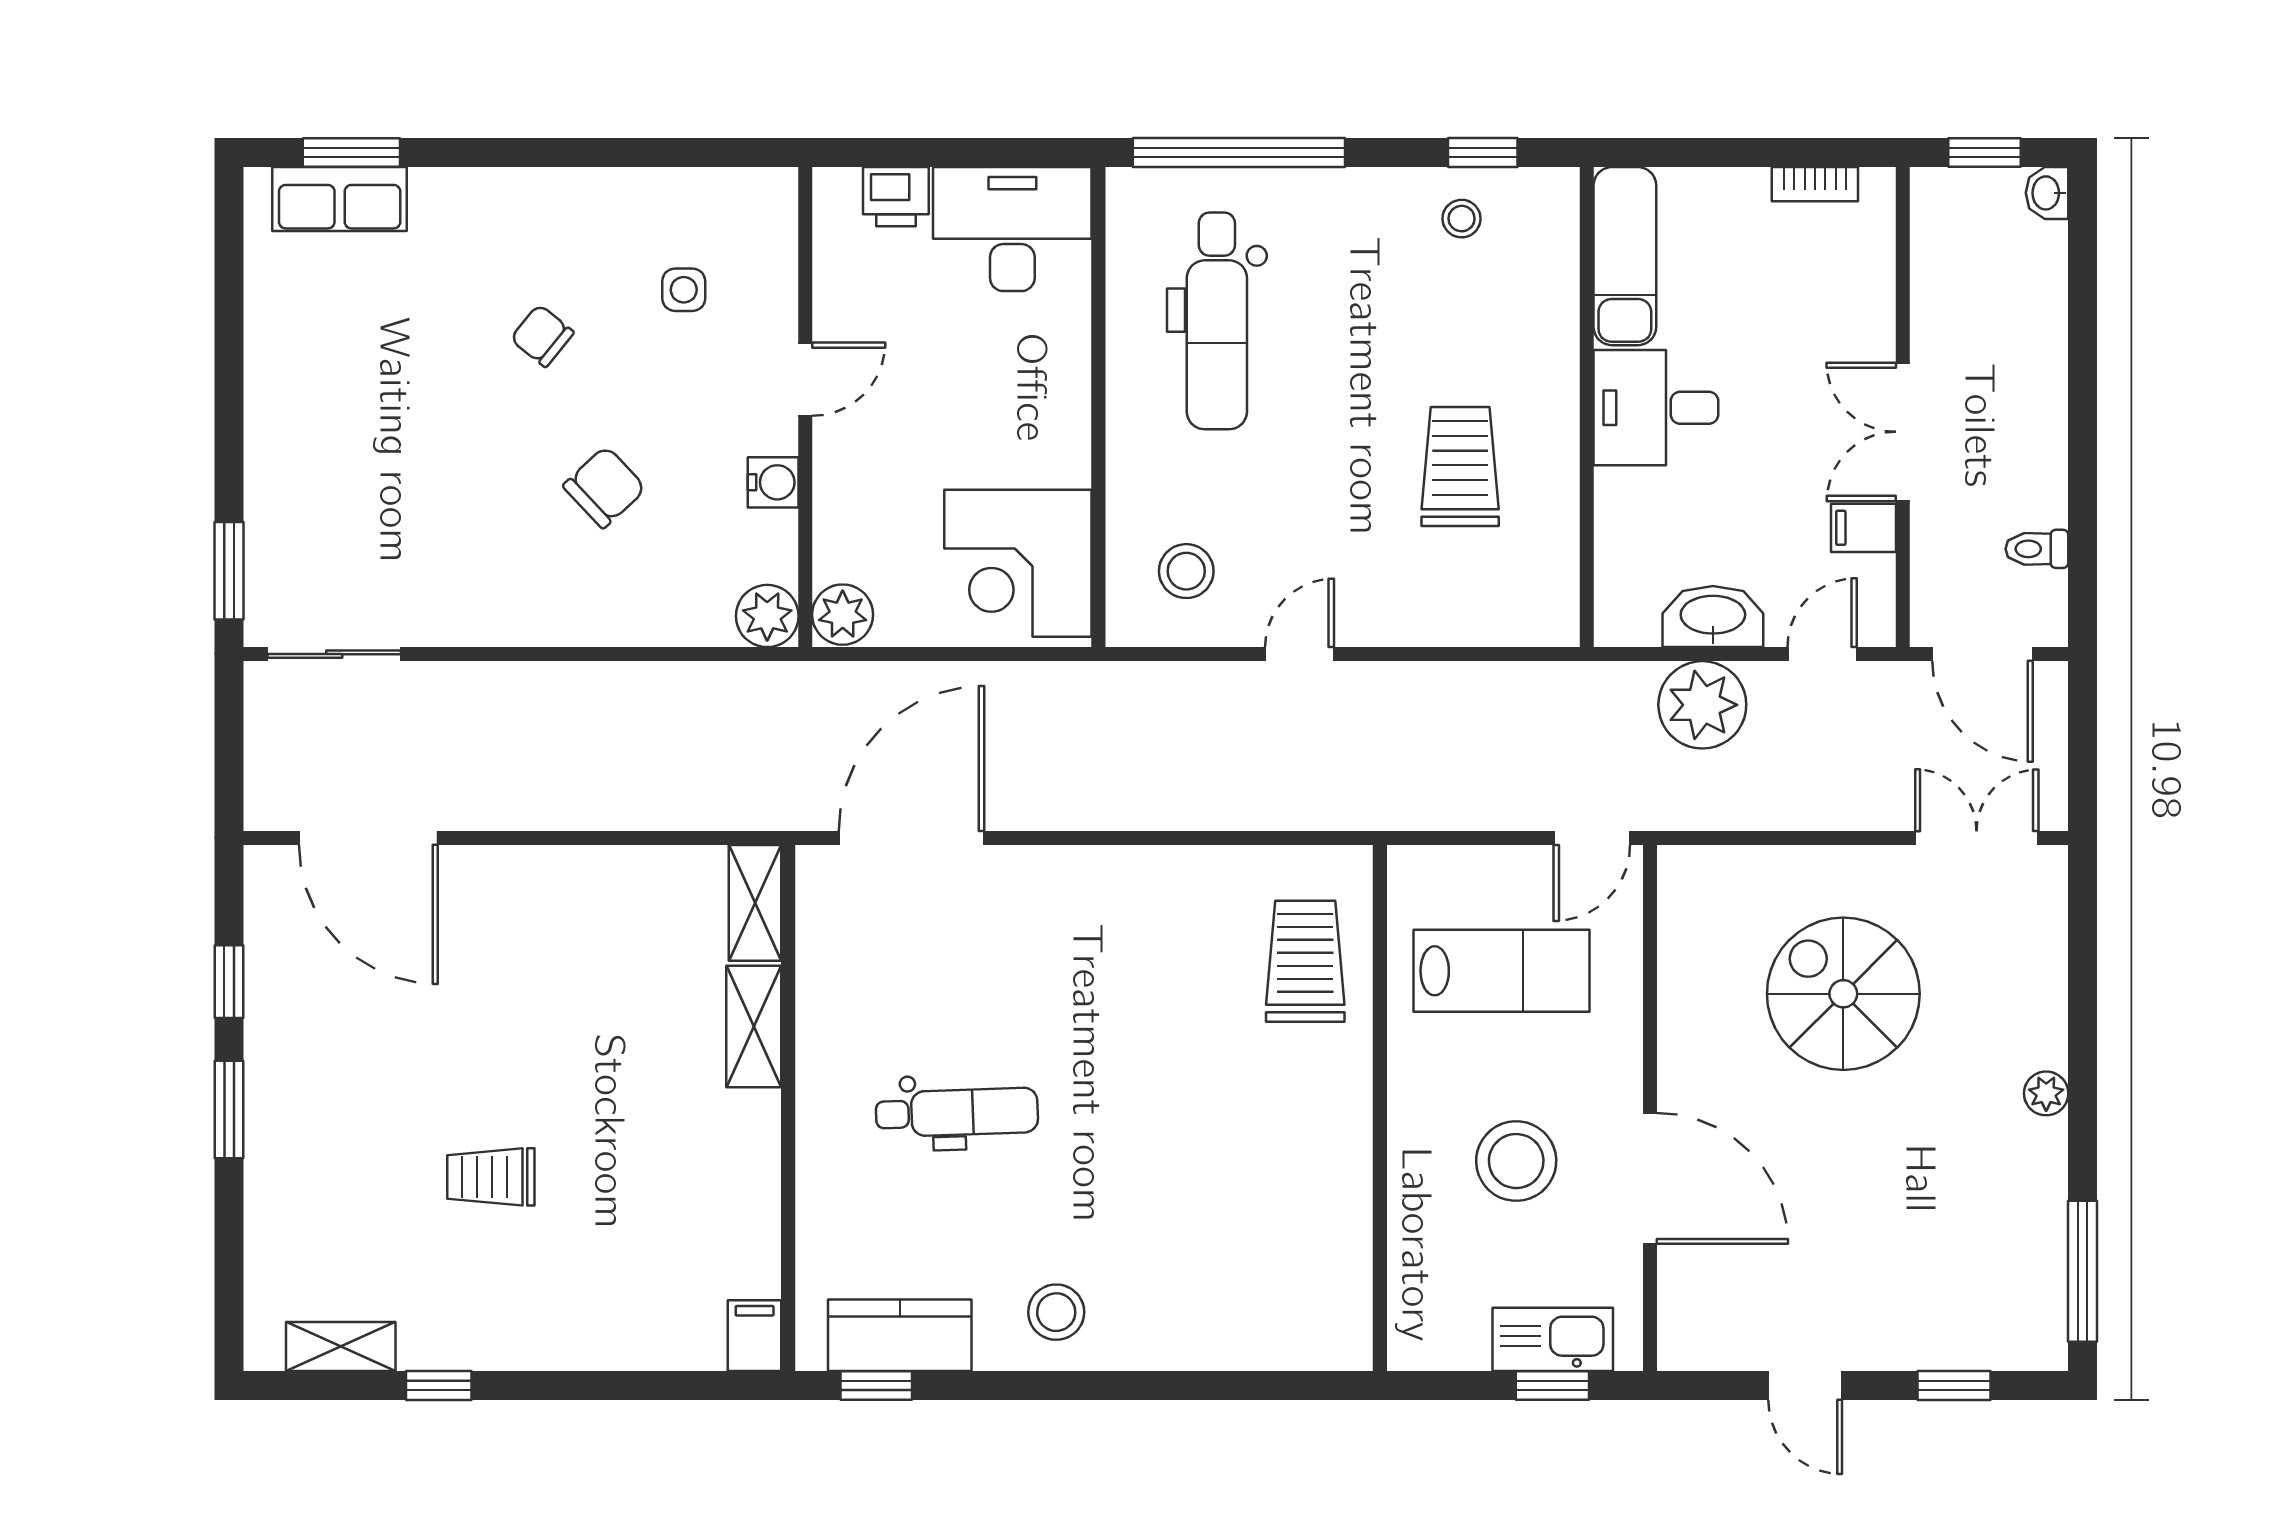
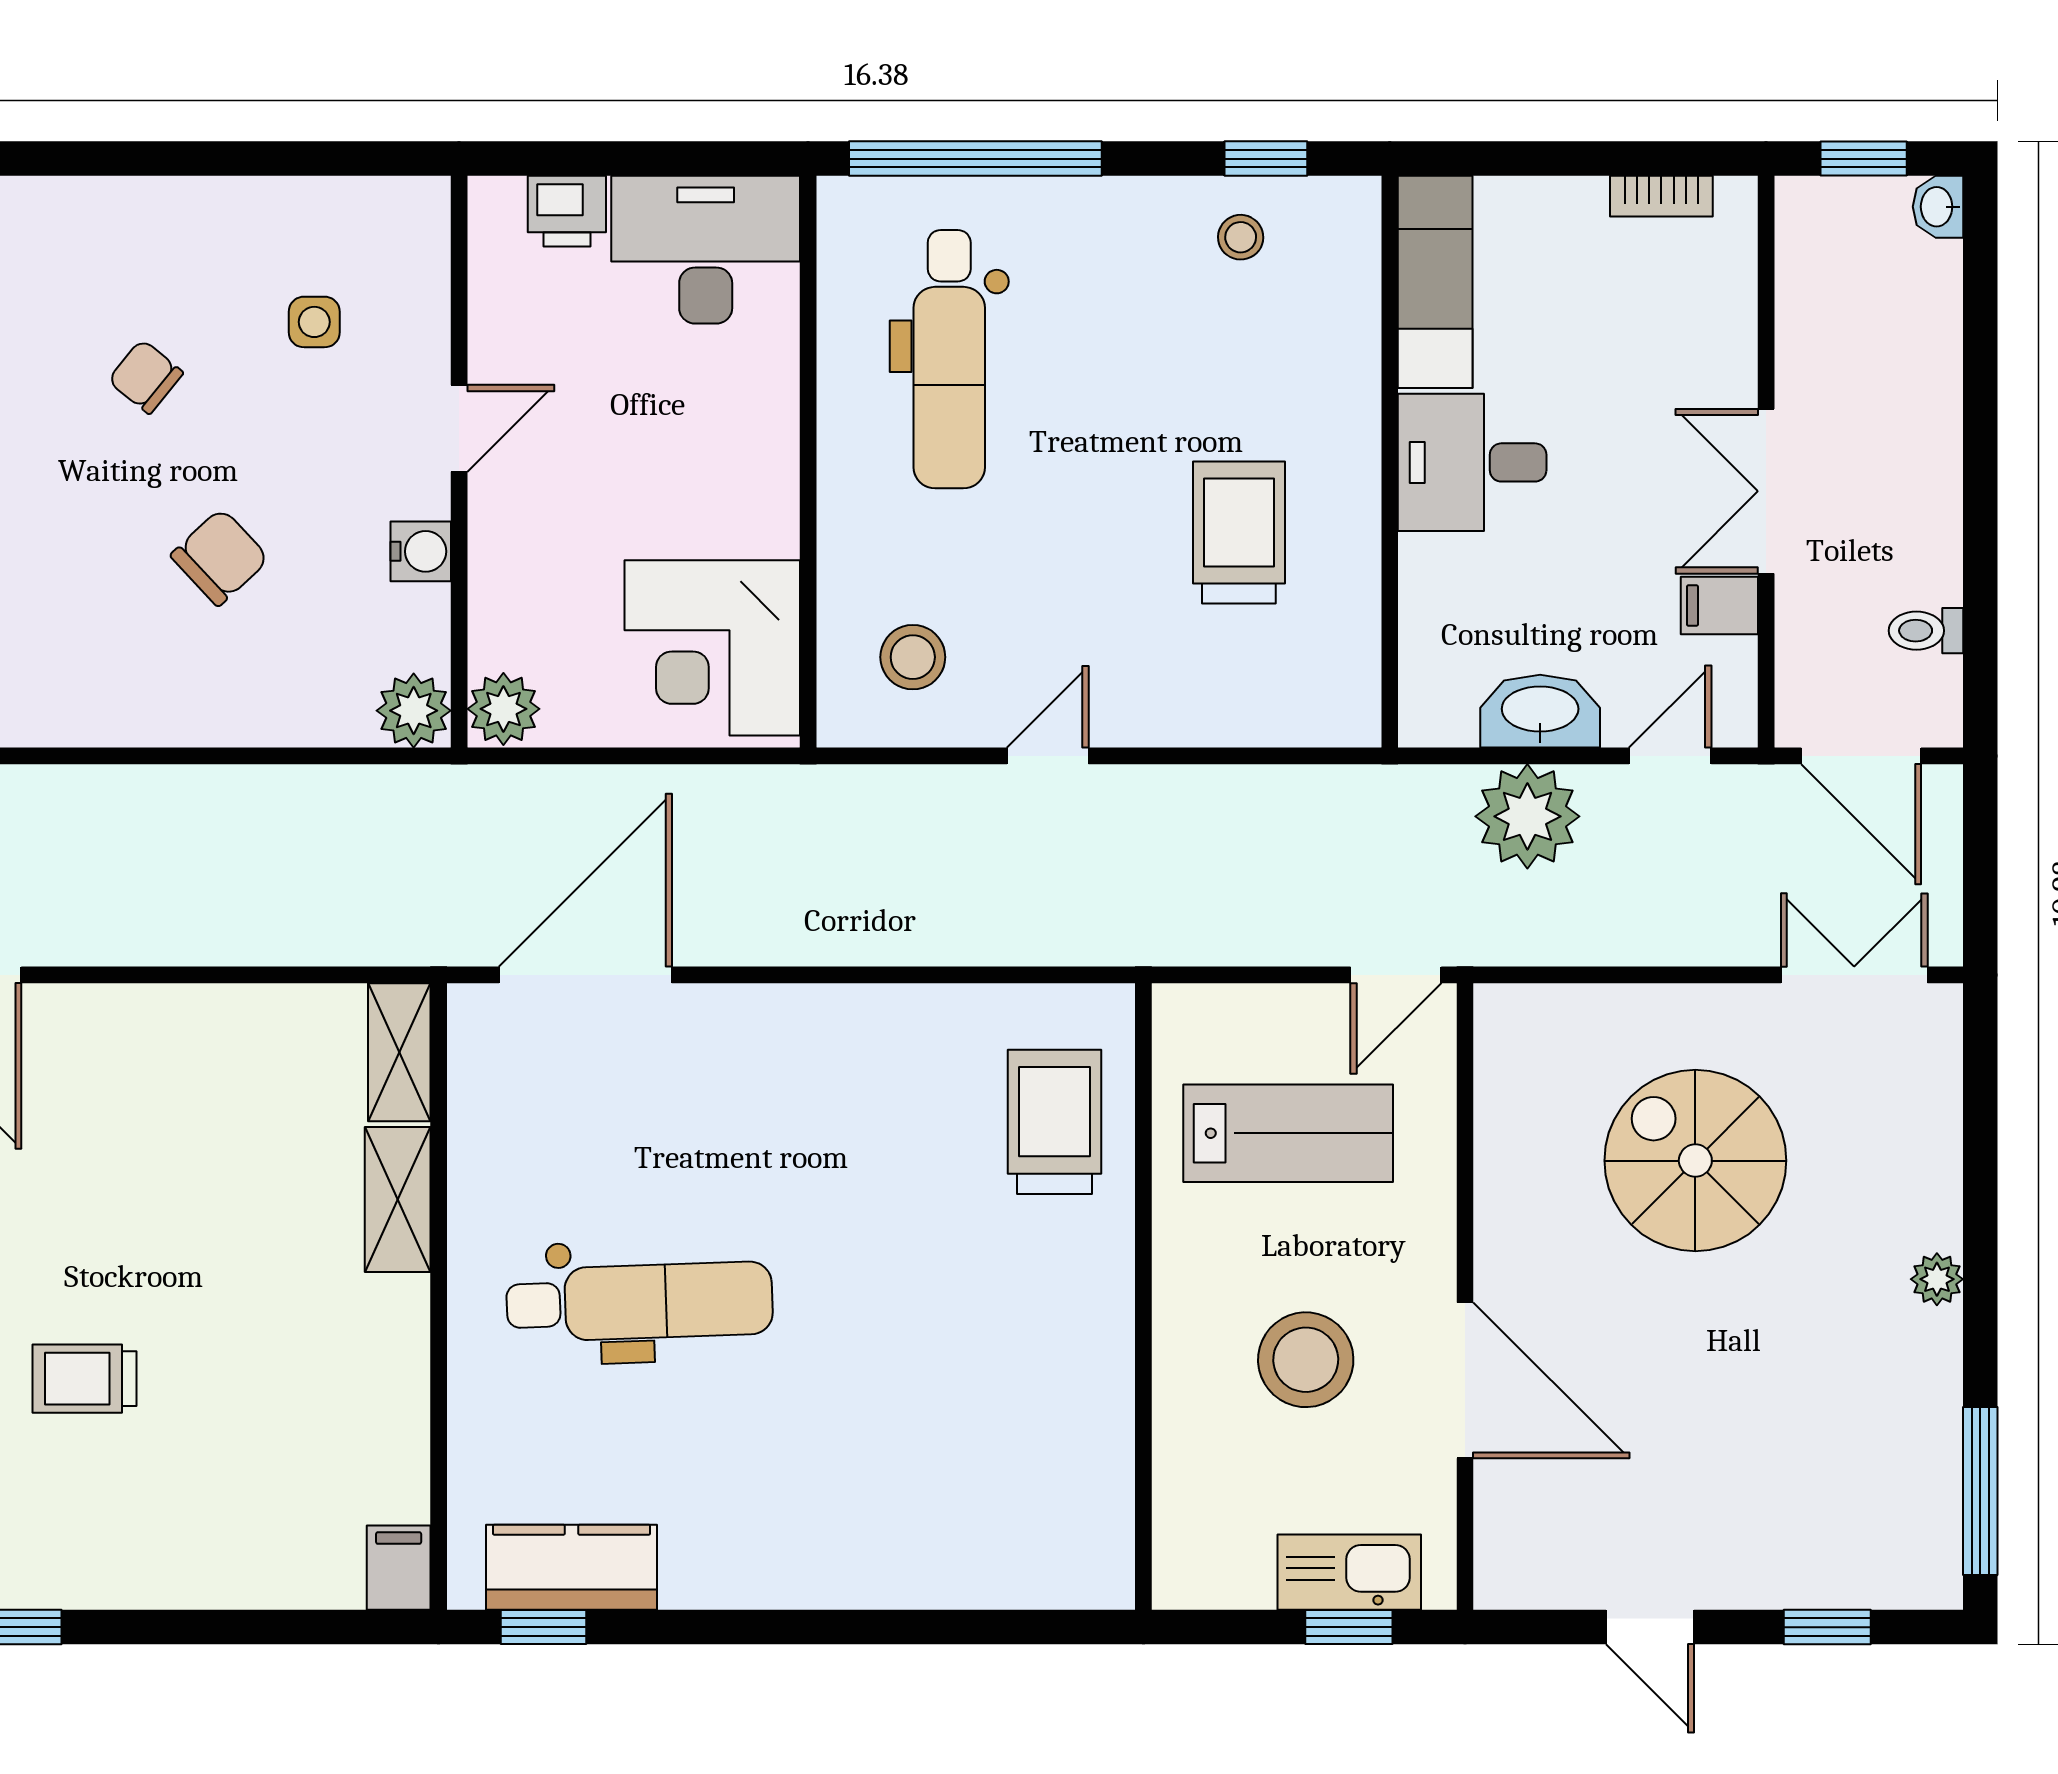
dental chair: (957, 1112) -> (640, 1302), width x1.36, depth x1.38
stool: (1056, 1312) -> (758, 1540), removed

